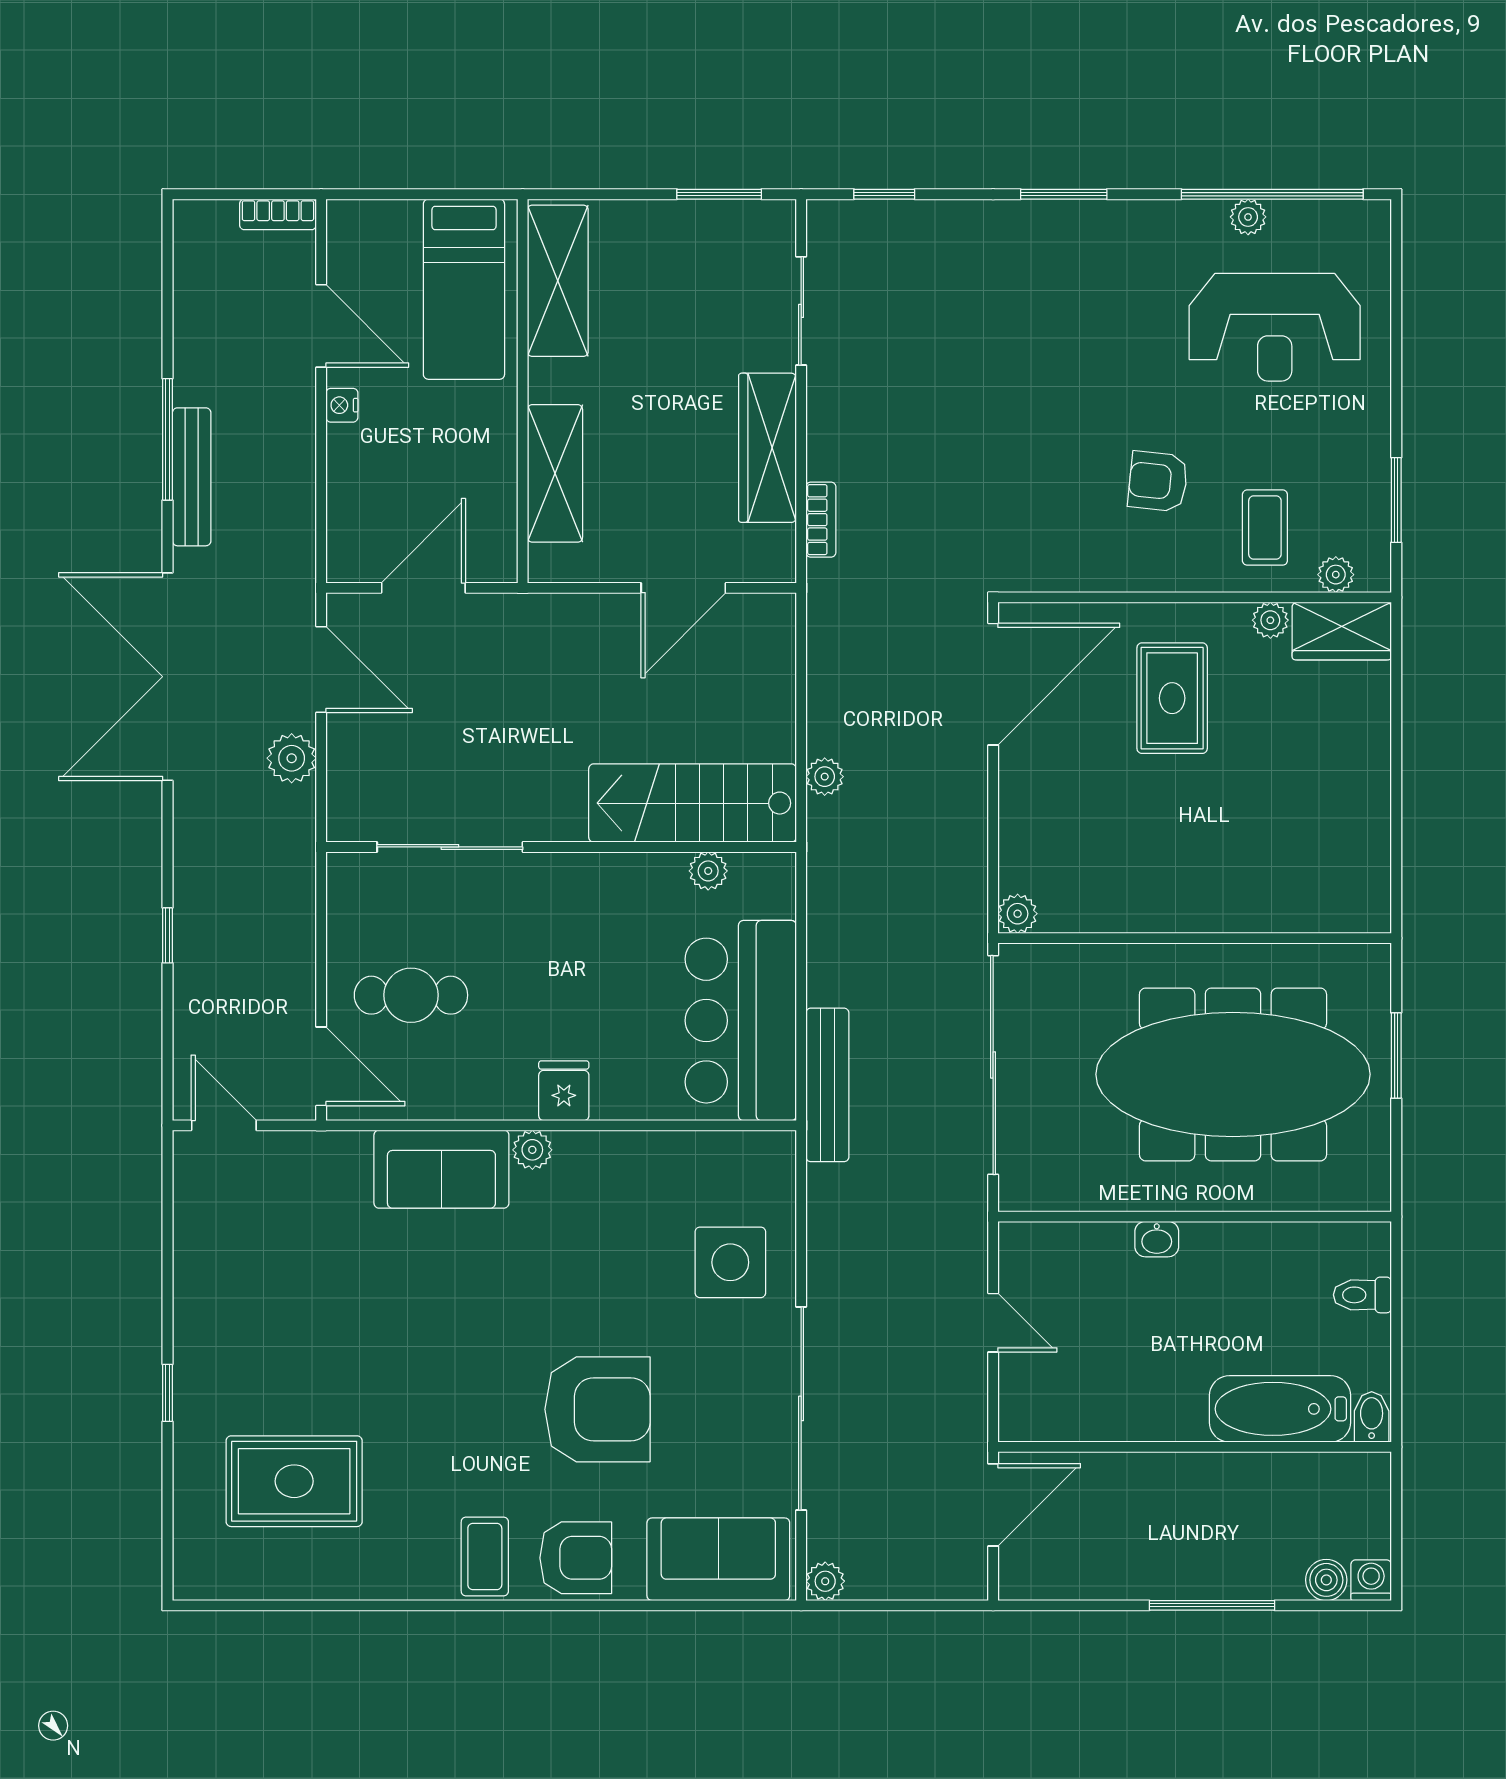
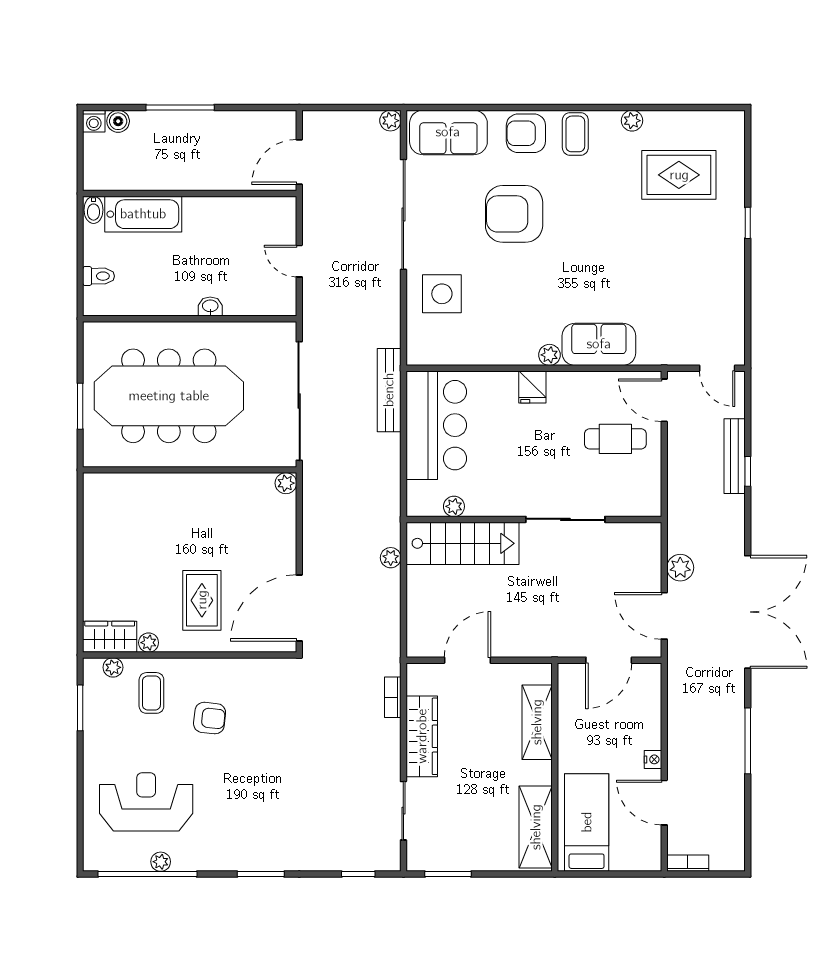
bench: (192, 477) -> (735, 456), moved
sliding door: (450, 847) -> (565, 519), moved
plant: (380, 1581) -> (632, 121), added

